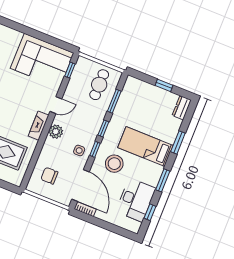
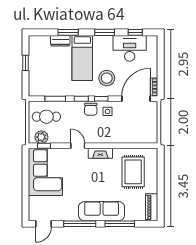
dresser: (182, 108) -> (60, 41), moved
plant: (56, 132) -> (41, 137), moved
chair: (49, 176) -> (91, 109), moved

